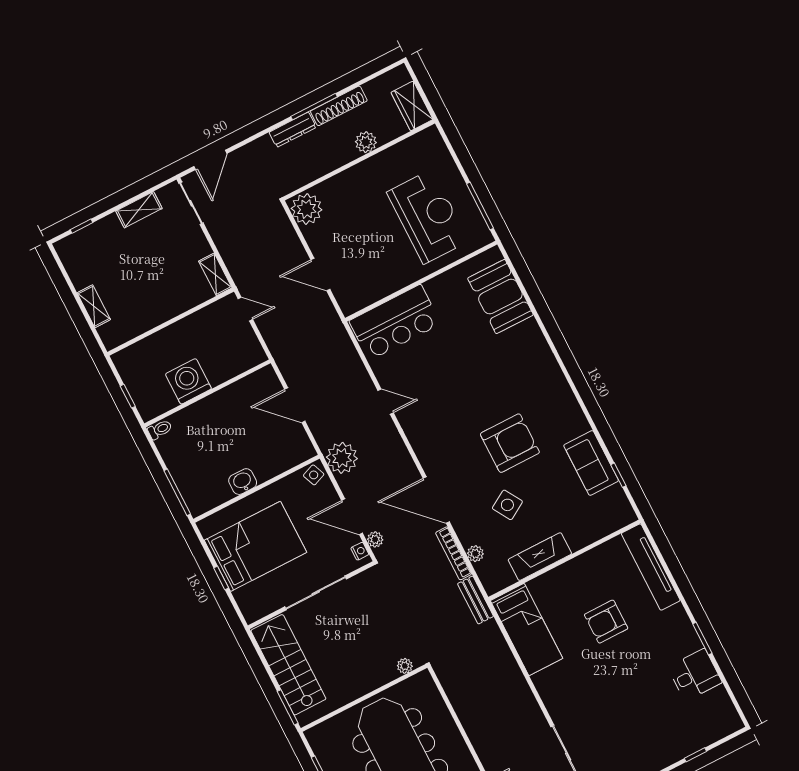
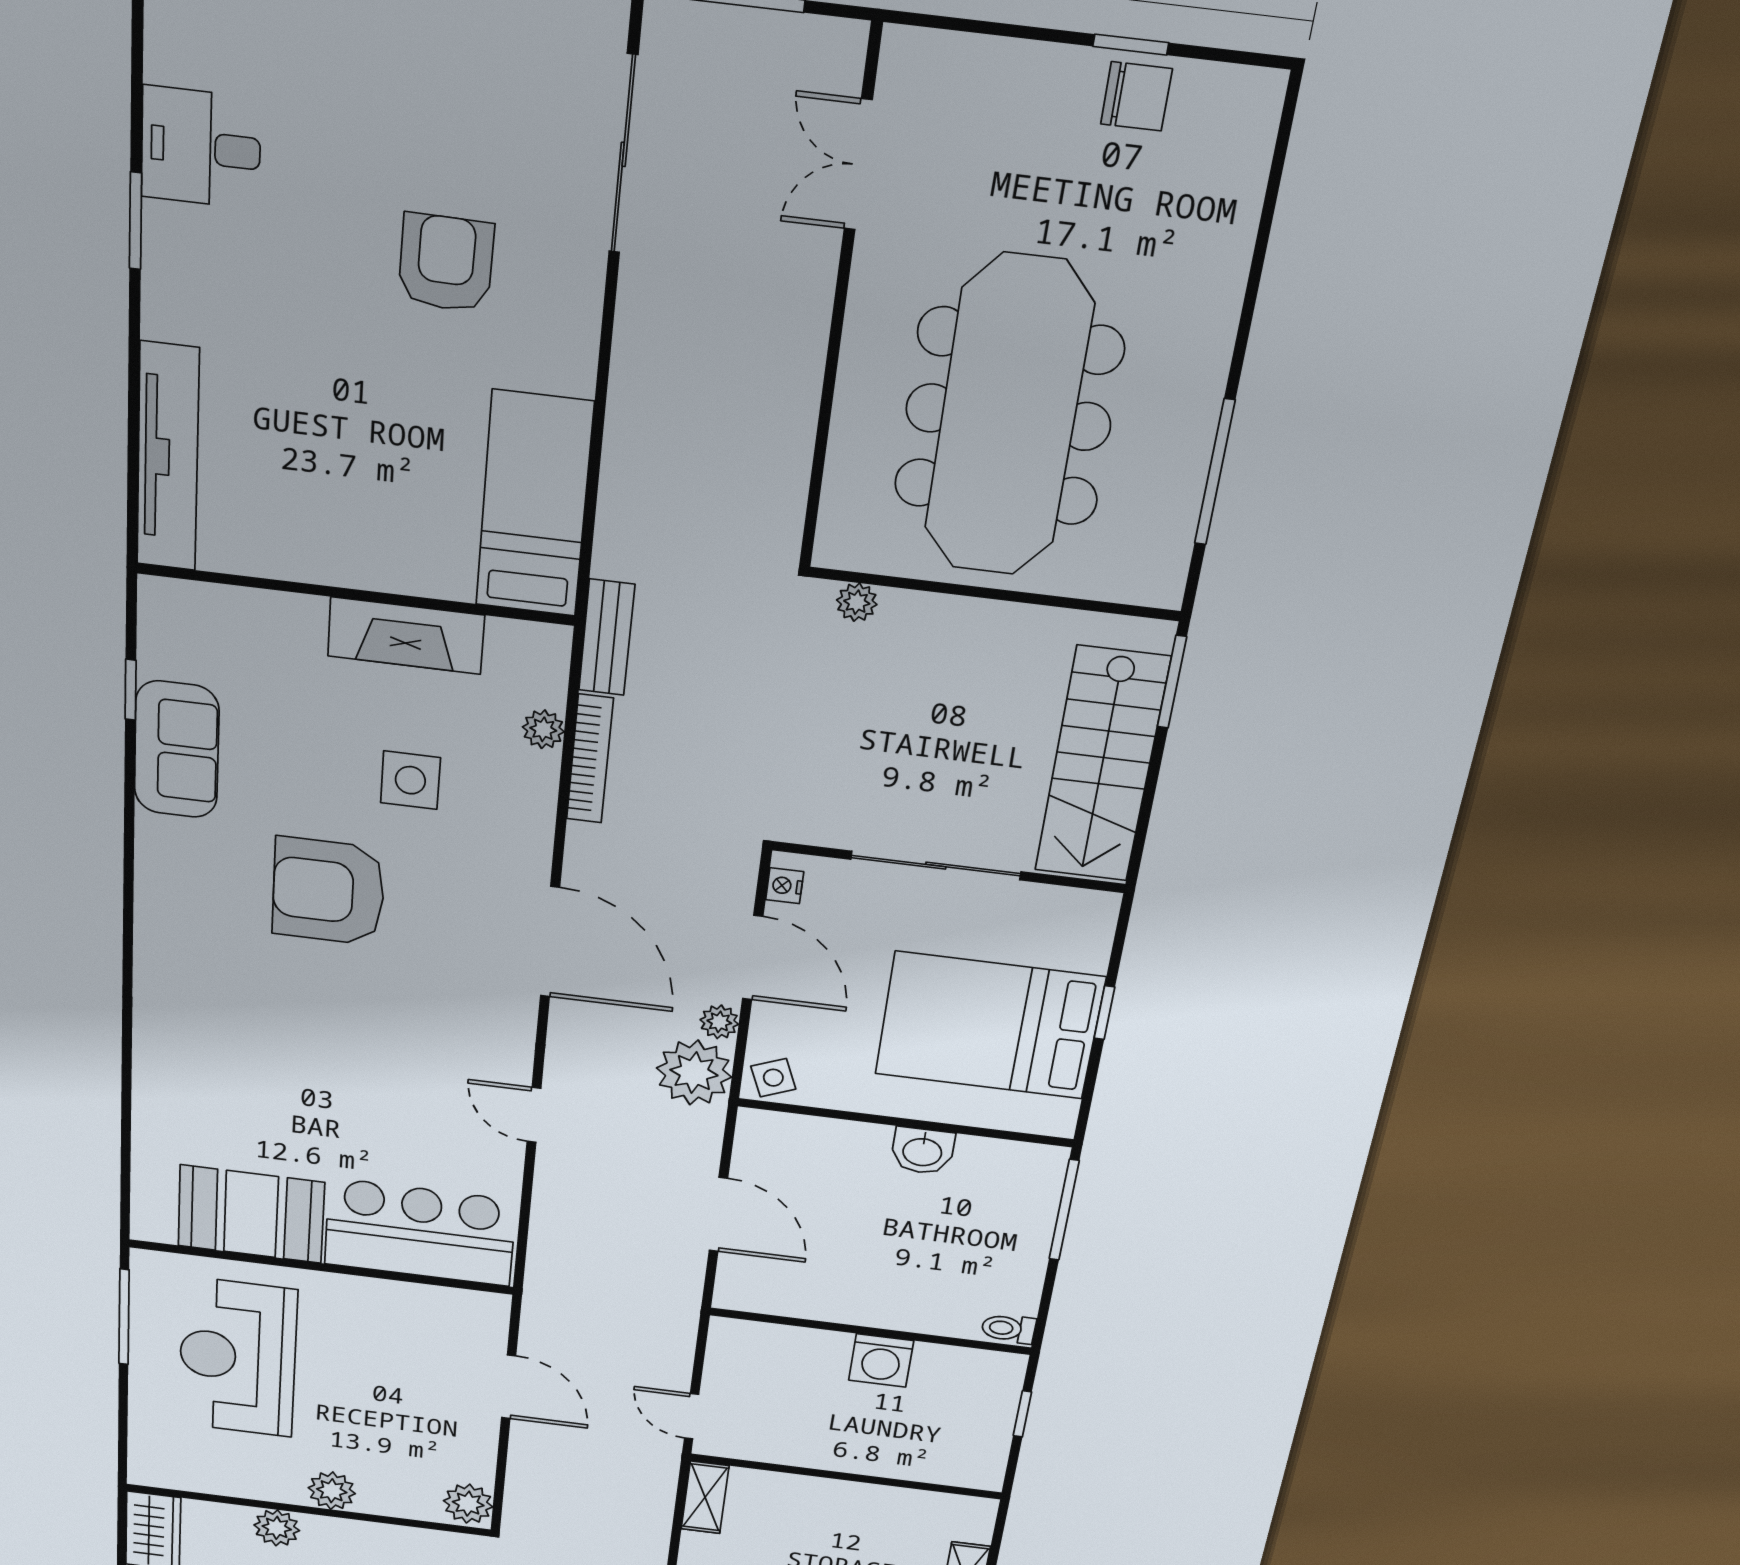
plant: (356, 176) -> (332, 1491), added
plant: (307, 209) -> (468, 1504), width x0.73, depth x0.73
booth: (500, 296) -> (251, 1214), moved, turned 90
washing machine: (188, 381) -> (881, 1360), width x0.73, depth x0.73
door: (436, 500) -> (550, 942), moved
side table: (507, 505) -> (410, 780), turned 31
plant: (375, 539) -> (719, 1022), moved
armchair: (606, 622) -> (446, 263), moved, turned -89

